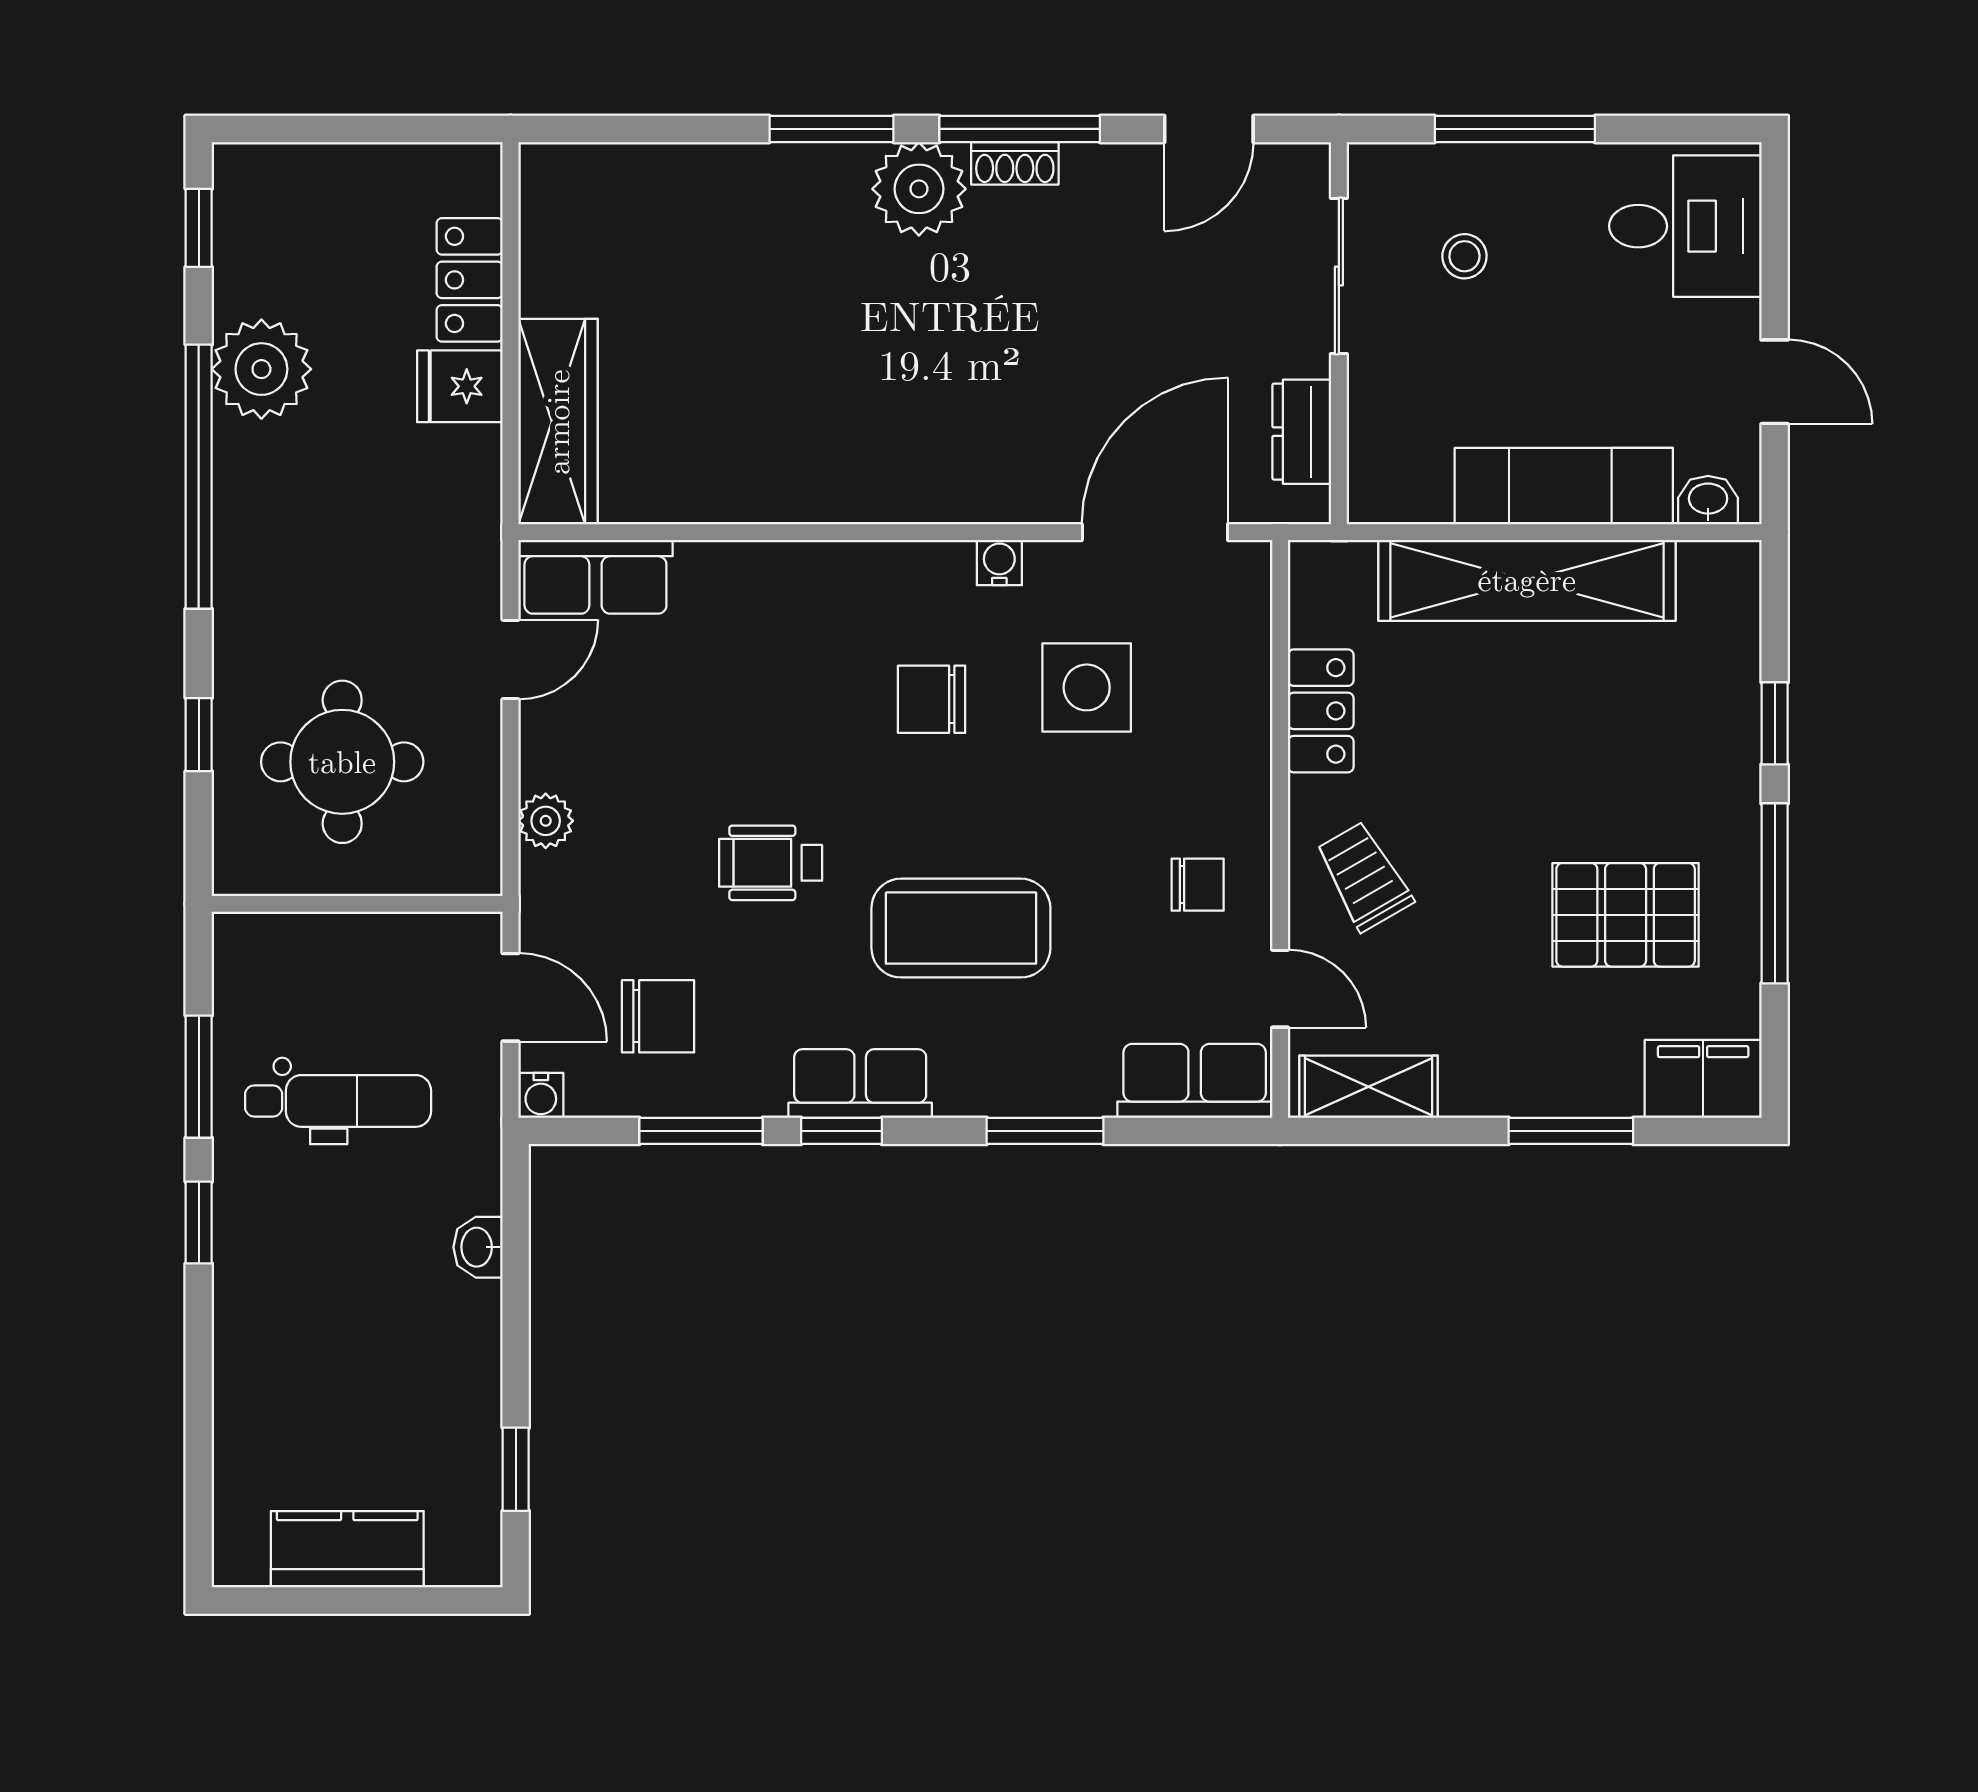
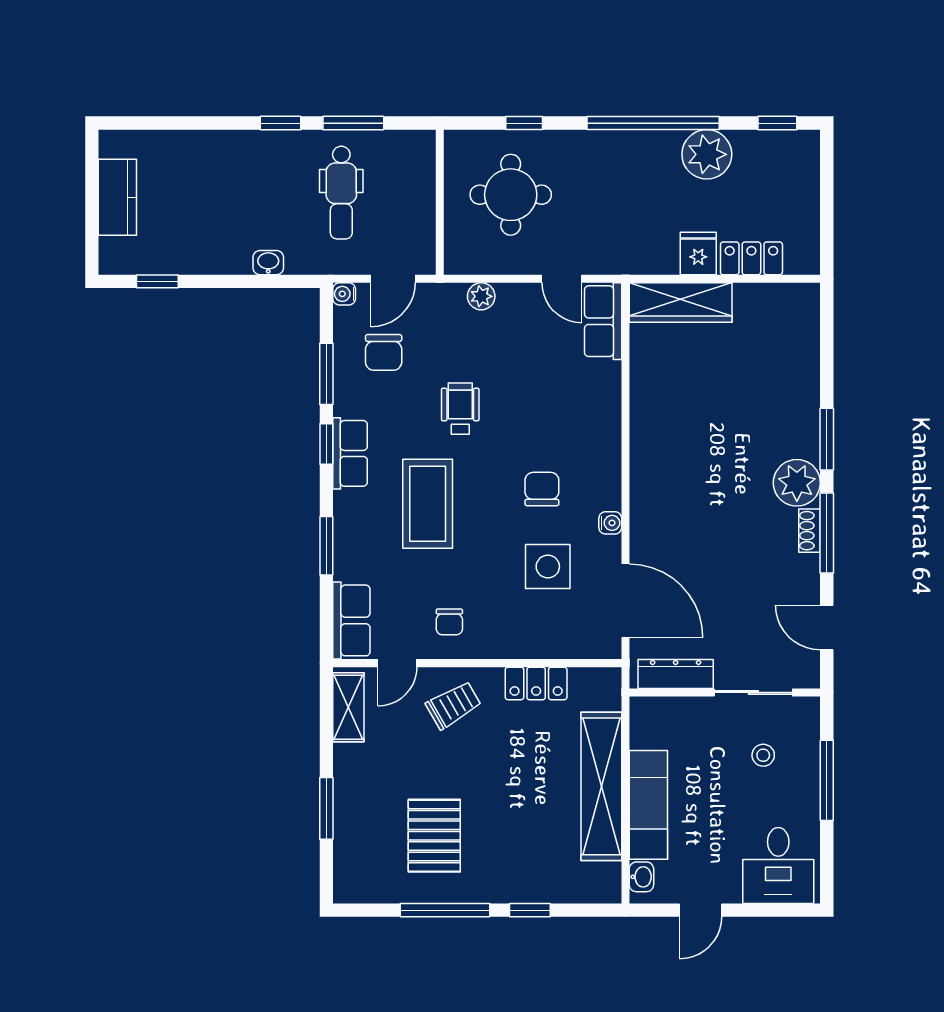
dresser: (1302, 432) -> (676, 674), width x1.44
filing cabinet: (1703, 1079) -> (352, 874), removed

